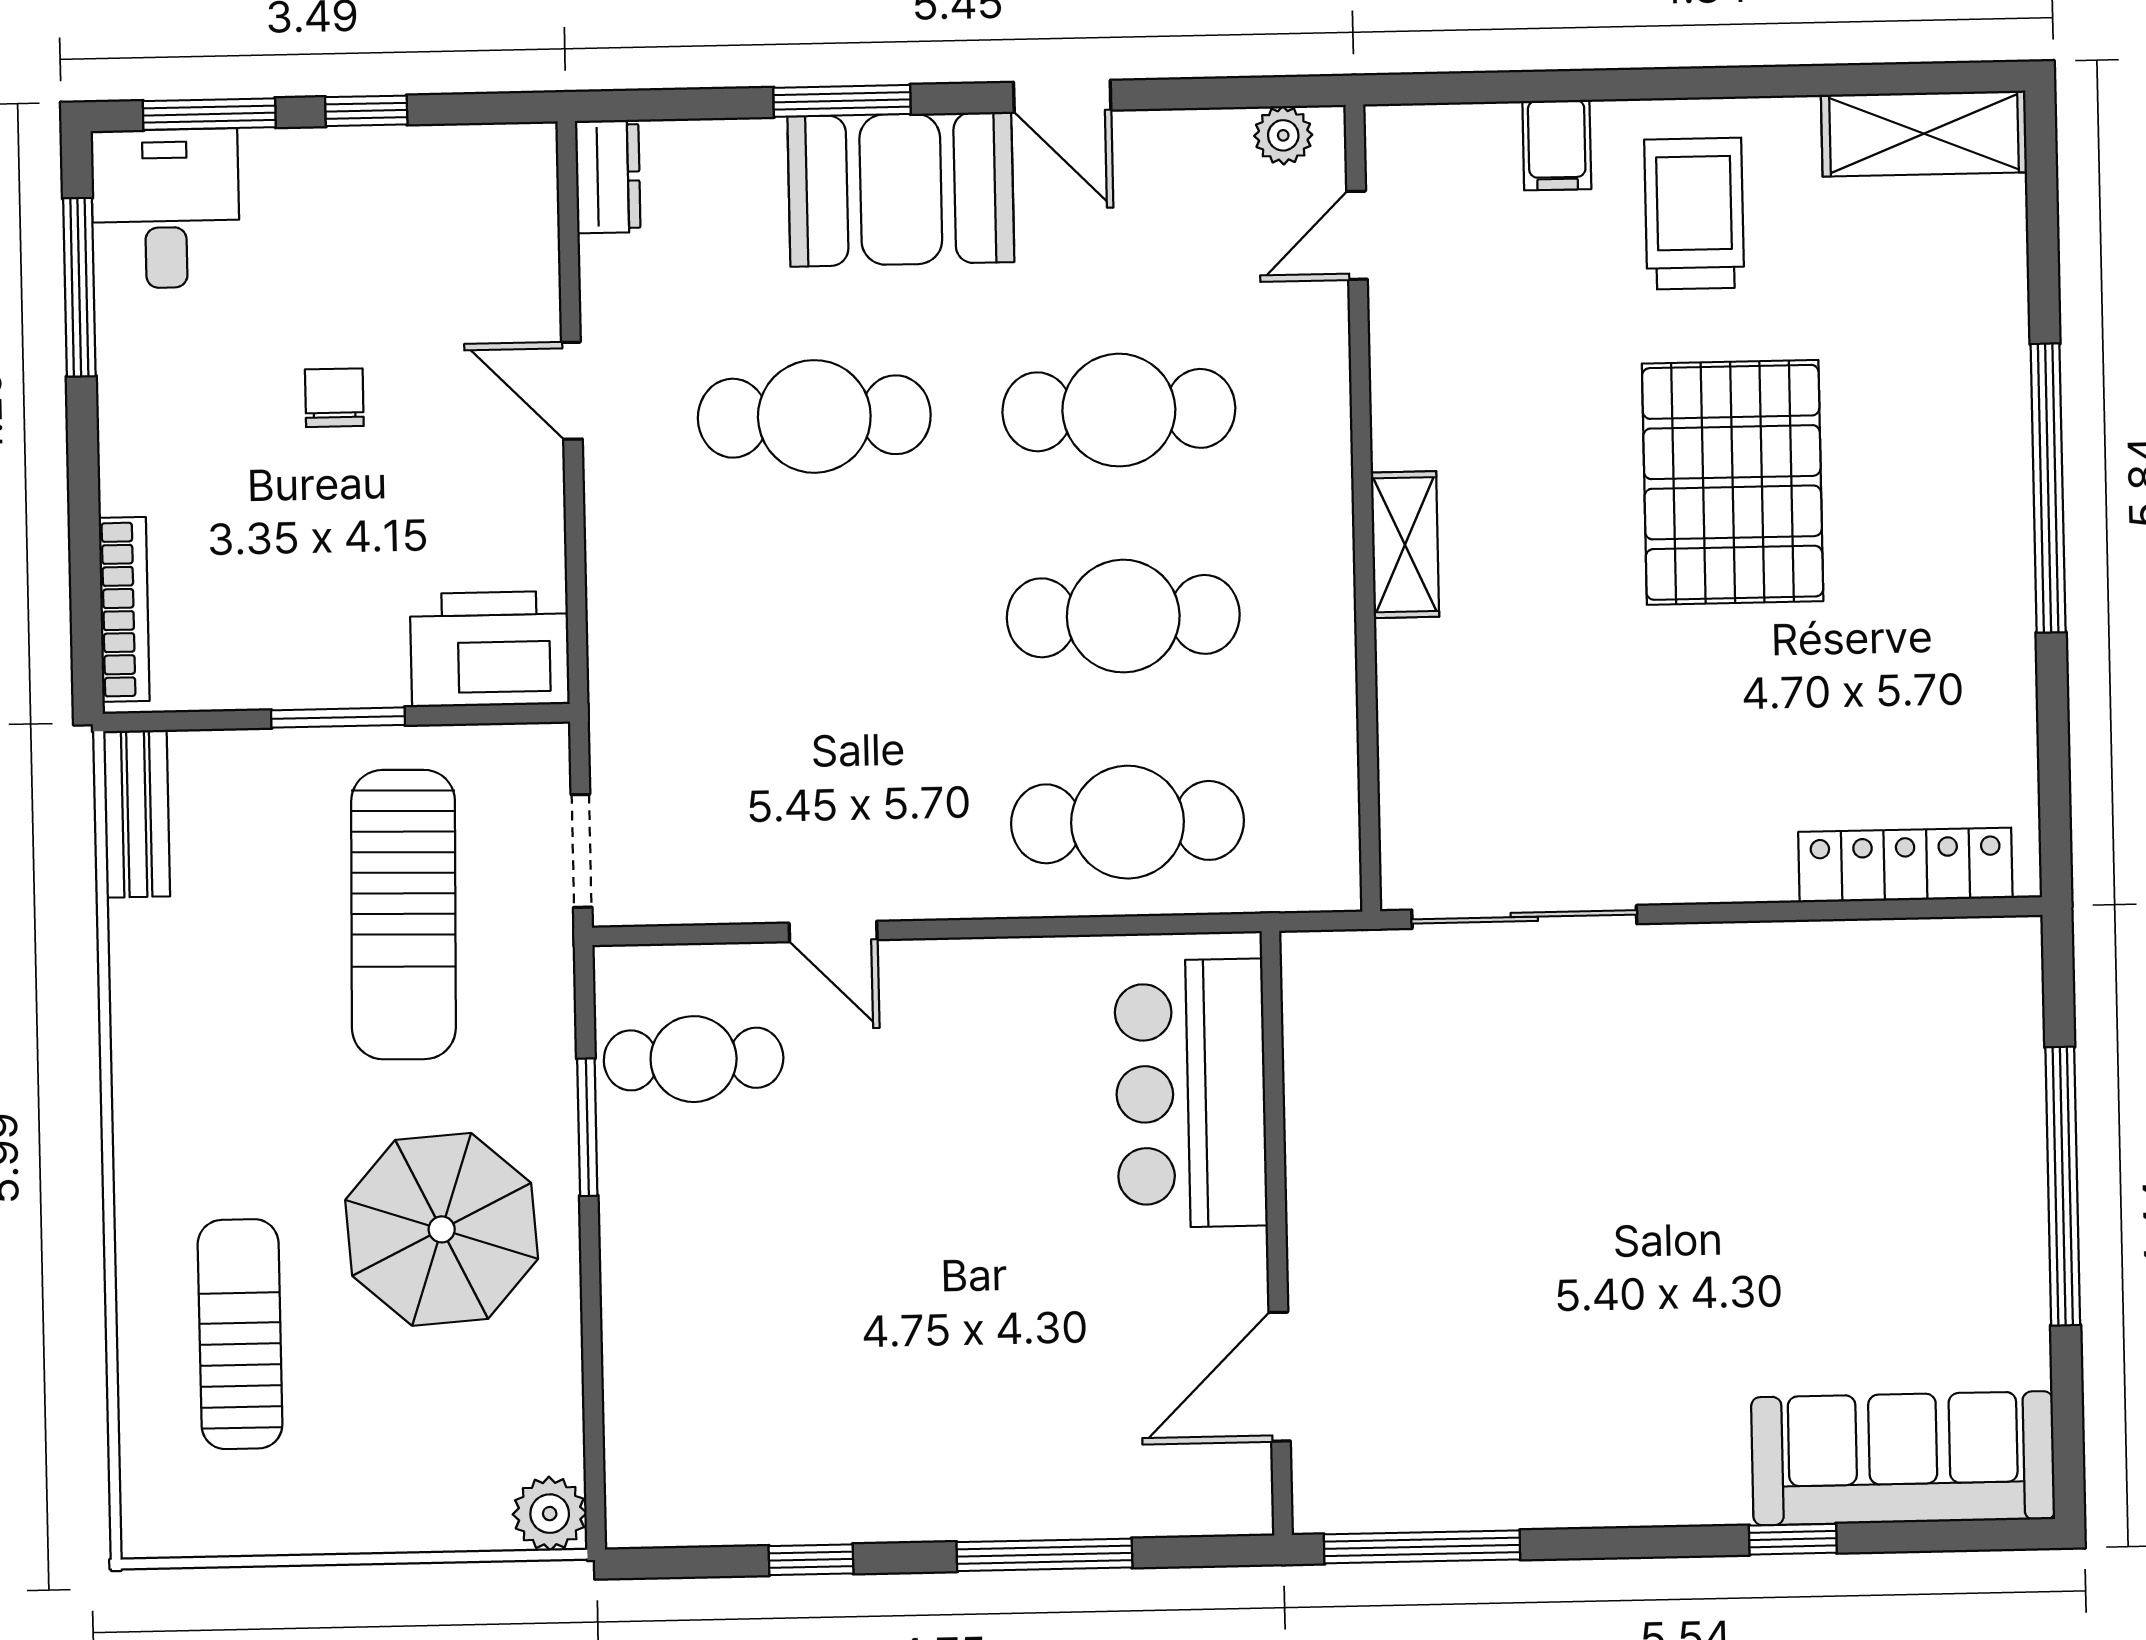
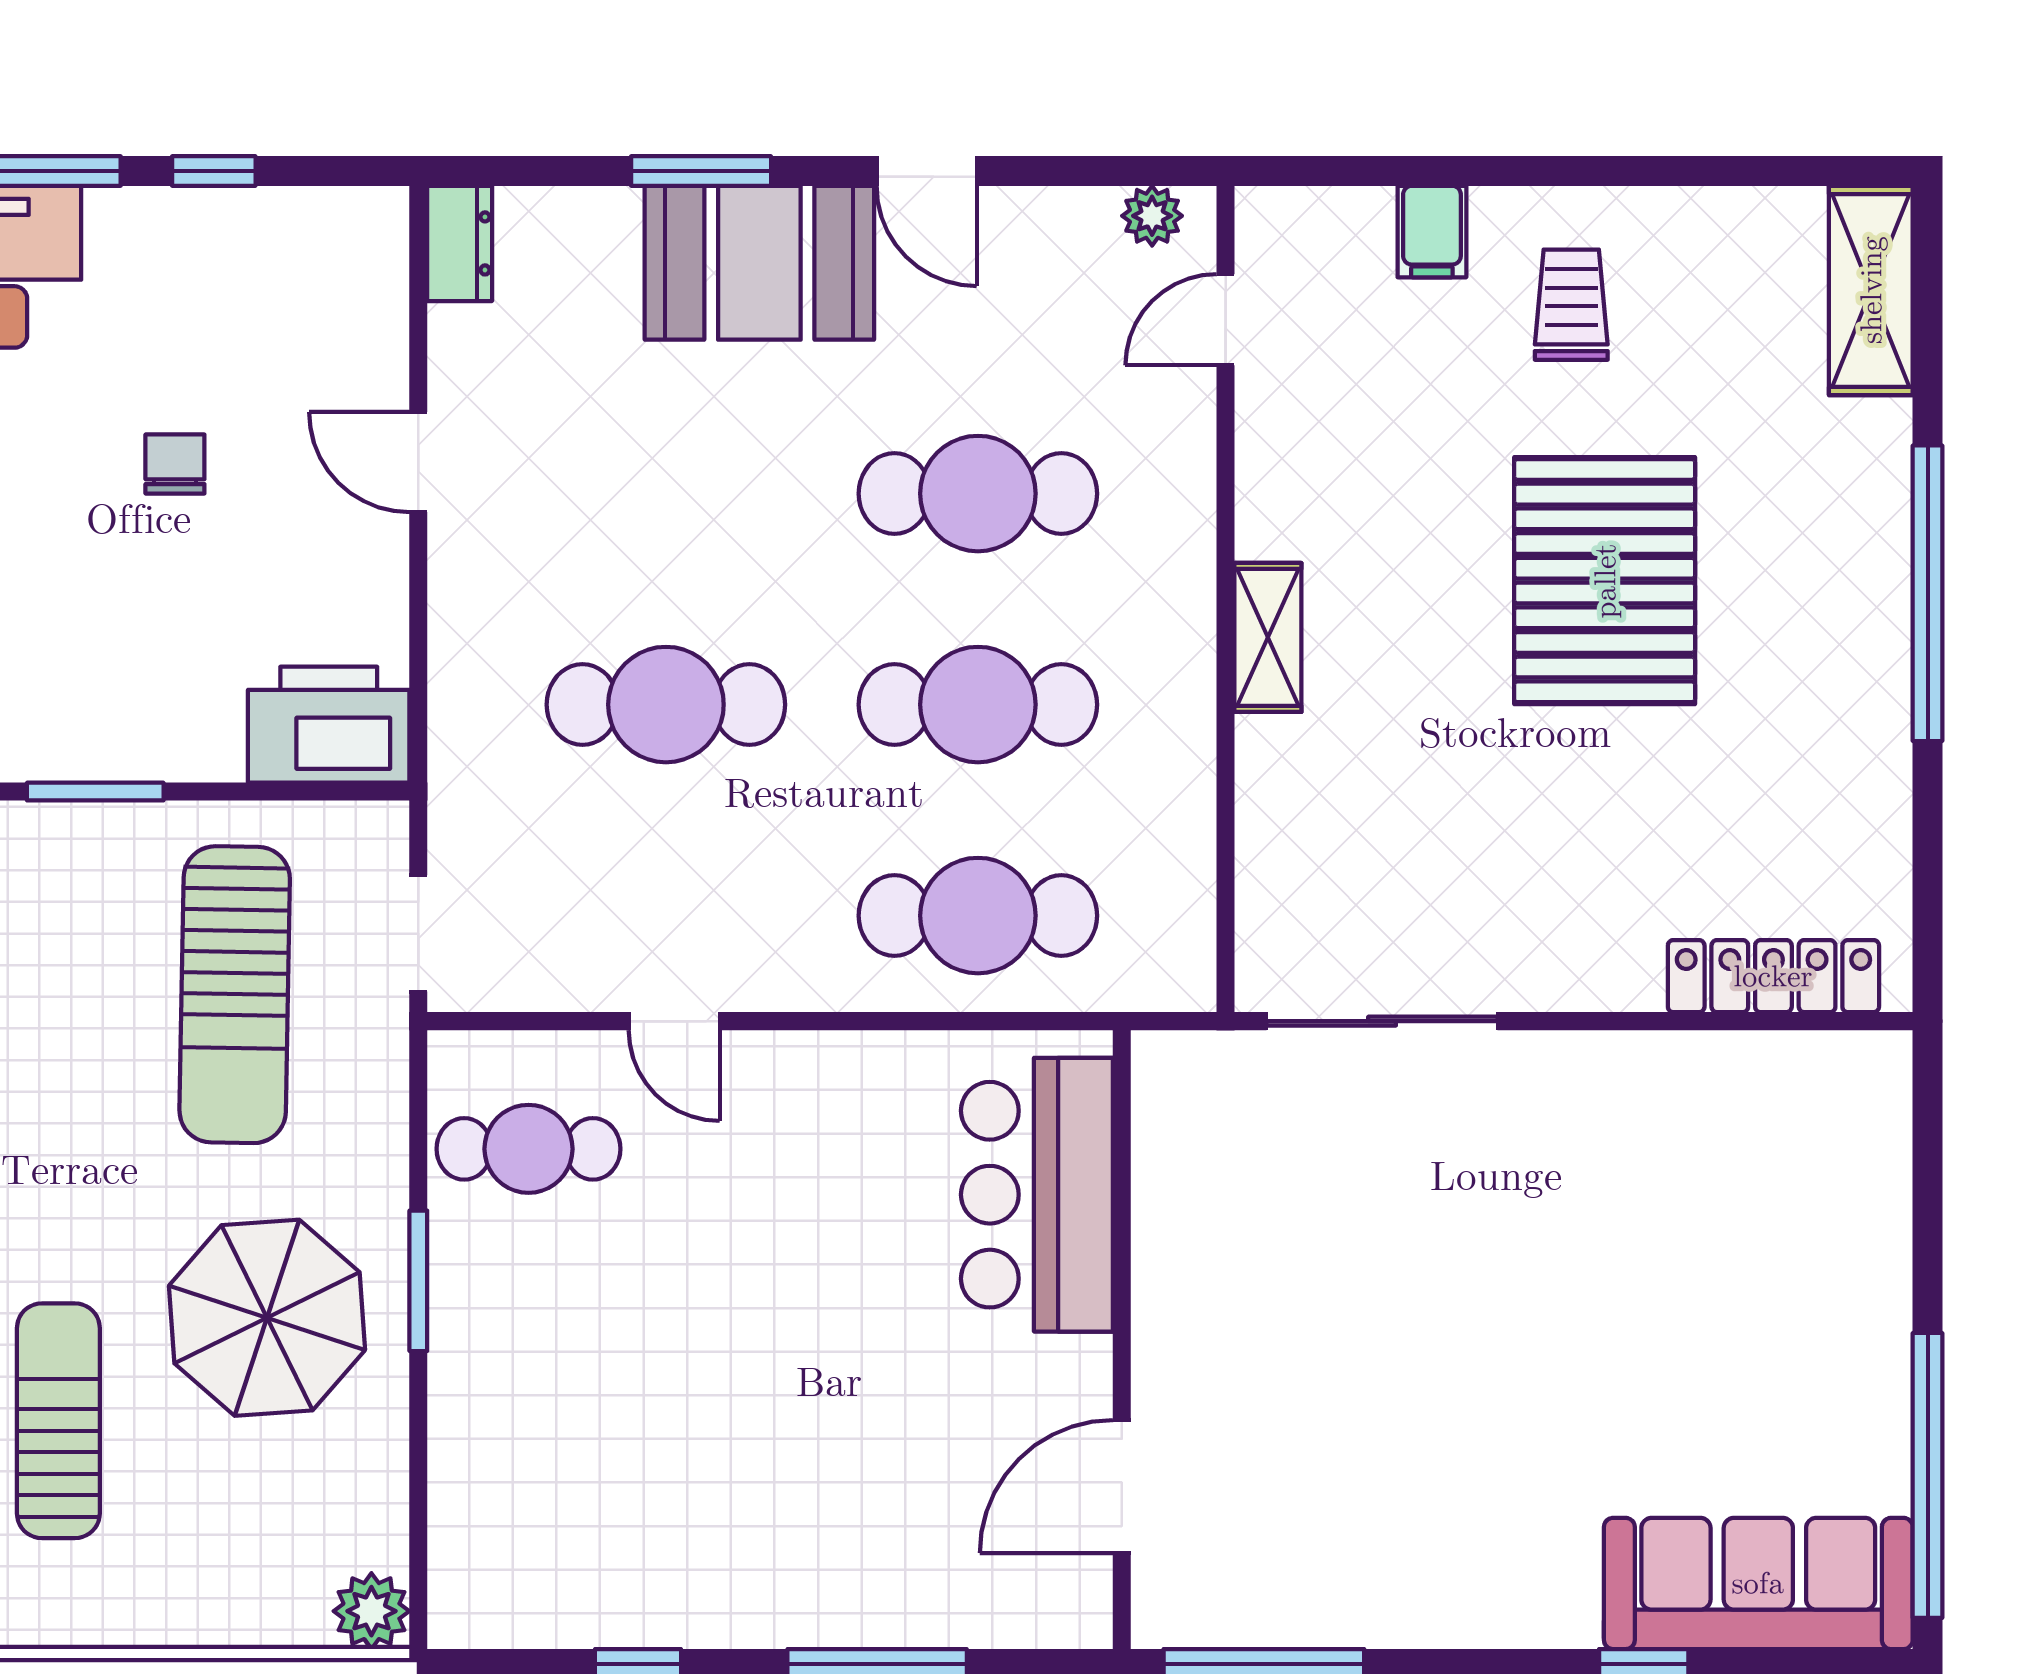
shelving: (1924, 134) -> (1871, 290), moved, turned 90
trolley: (1694, 214) -> (1571, 305), width x0.73, depth x0.72
cafe table: (814, 416) -> (666, 705), moved
window: (338, 718) -> (95, 792), moved
window: (587, 1127) -> (418, 1281), moved
window: (2063, 1186) -> (1928, 1475), moved

